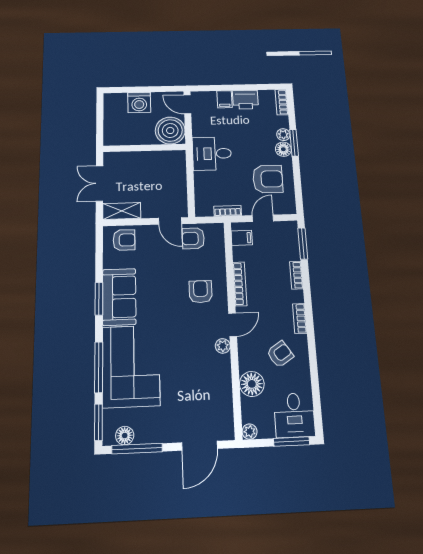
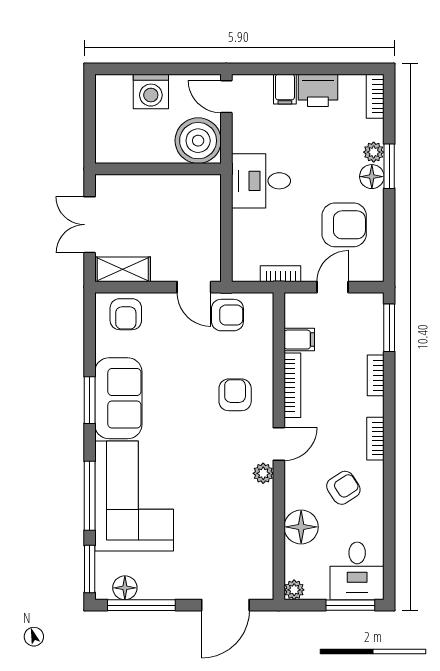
armchair: (193, 238) -> (227, 315), turned 180
filing cabinet: (242, 238) -> (299, 340), moved
armchair: (124, 240) -> (126, 314), turned 90

